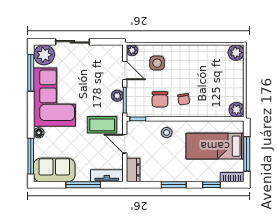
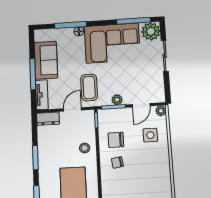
window: (31, 156) -> (71, 25), moved
sofa: (54, 170) -> (46, 60), moved

